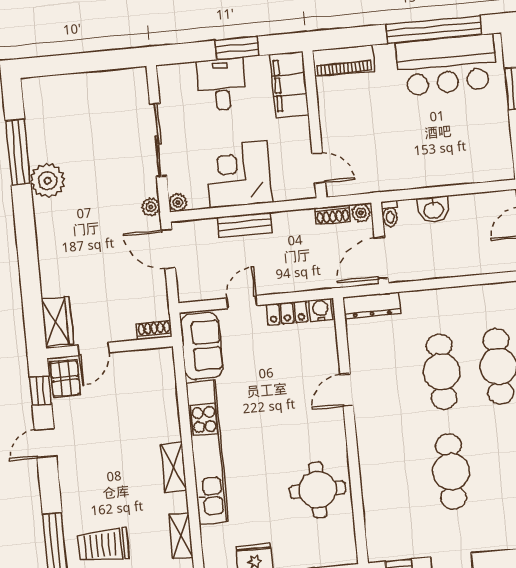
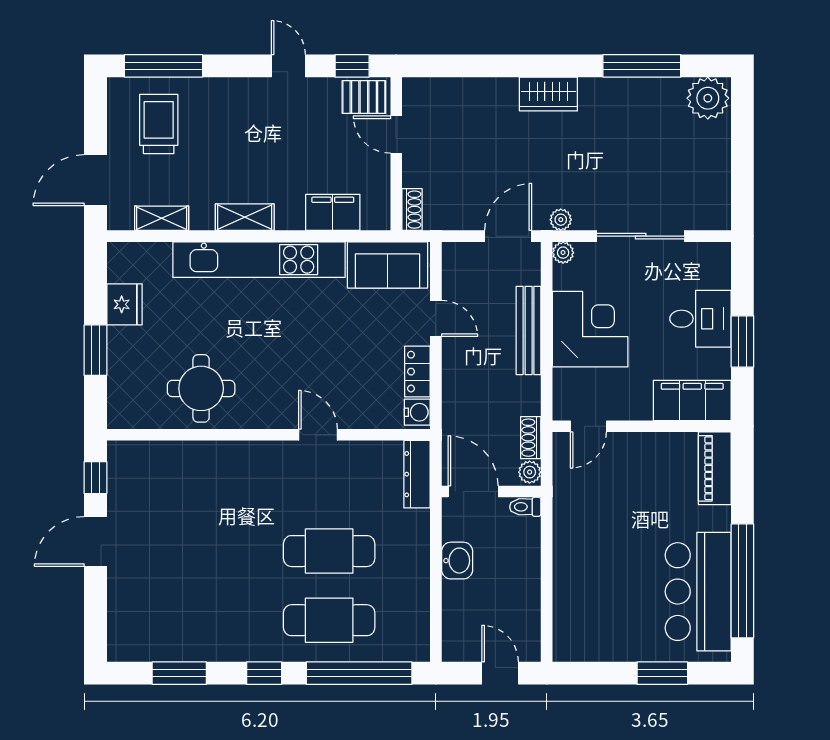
plant: (48, 181) -> (708, 98), moved
washbasin: (434, 210) -> (457, 561), moved, turned 180
bench: (245, 225) -> (529, 330), width x1.36
wardrobe: (57, 321) -> (548, 94), moved
filing cabinet: (163, 395) -> (333, 212), added
cafe table: (451, 472) -> (208, 551), removed

